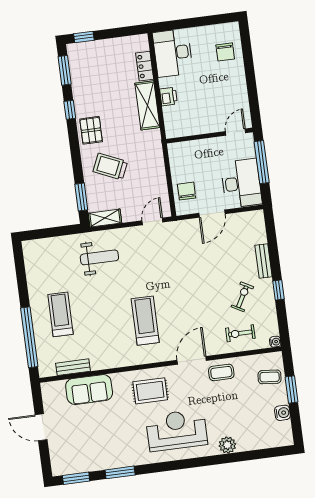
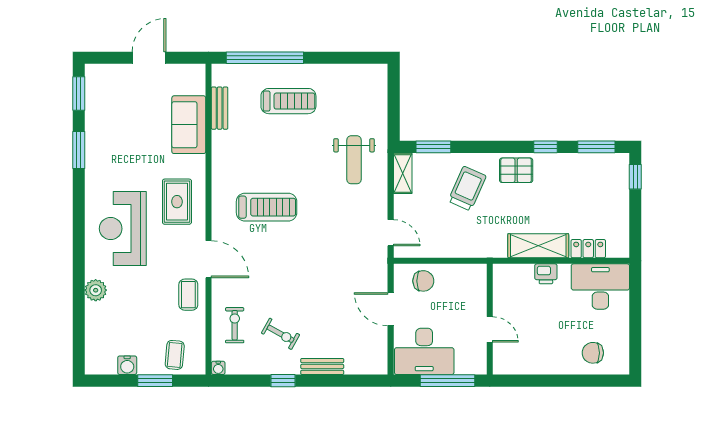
door: (236, 132) -> (490, 329), moved
reception desk: (177, 430) -> (123, 229), turned 180

